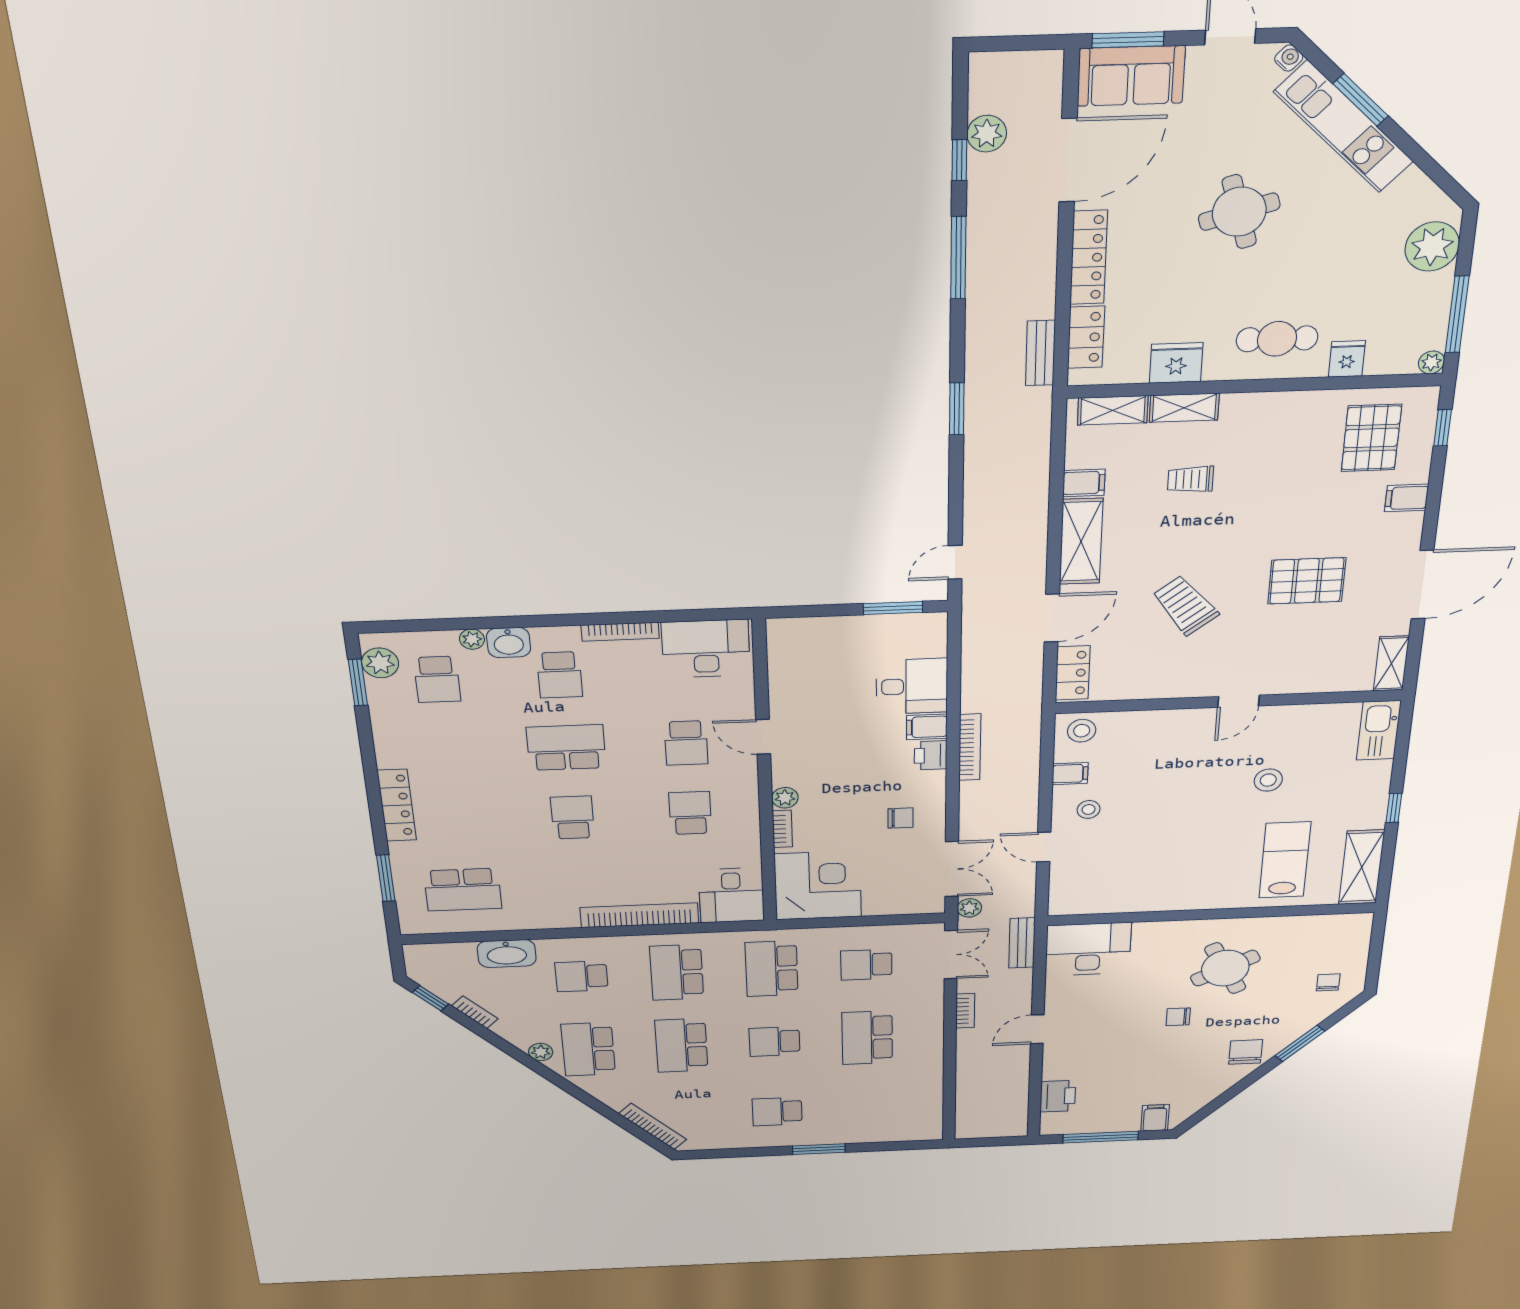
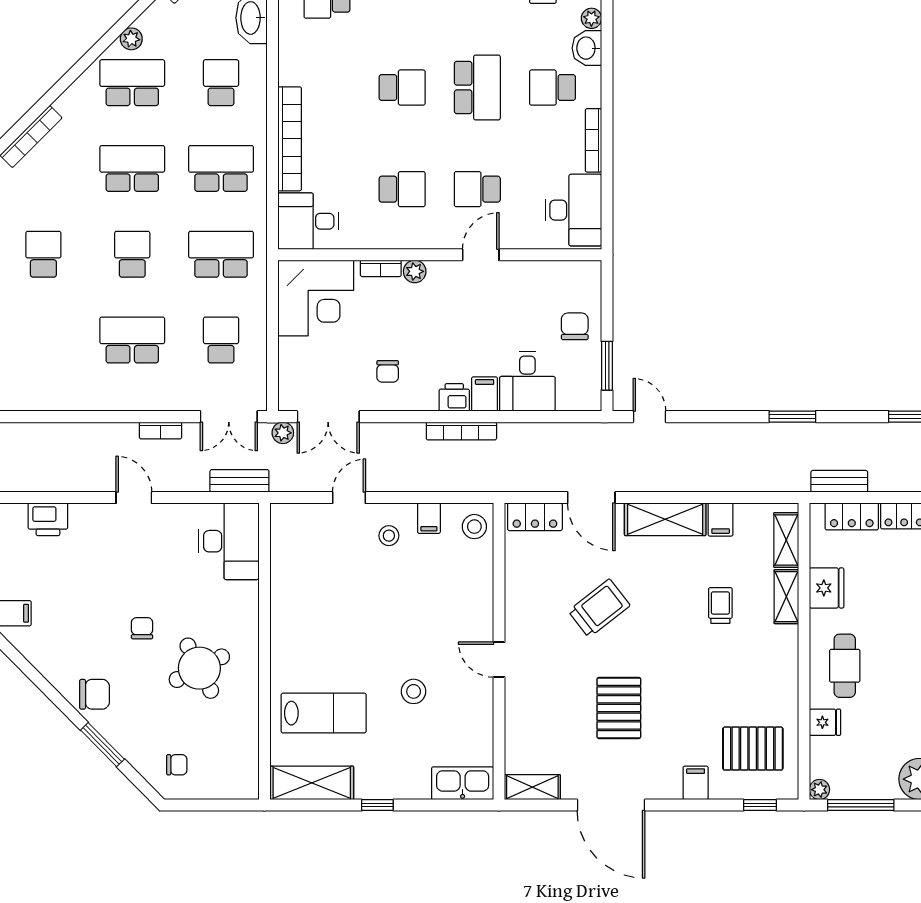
chair: (846, 642) -> (575, 326), added

